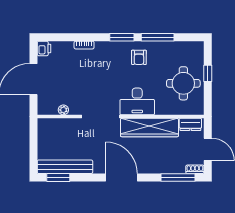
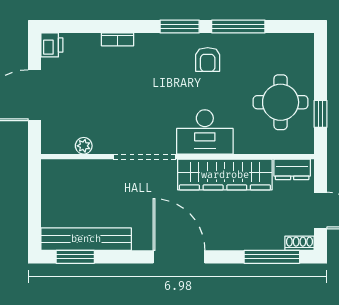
window: (208, 73) -> (321, 114), moved

